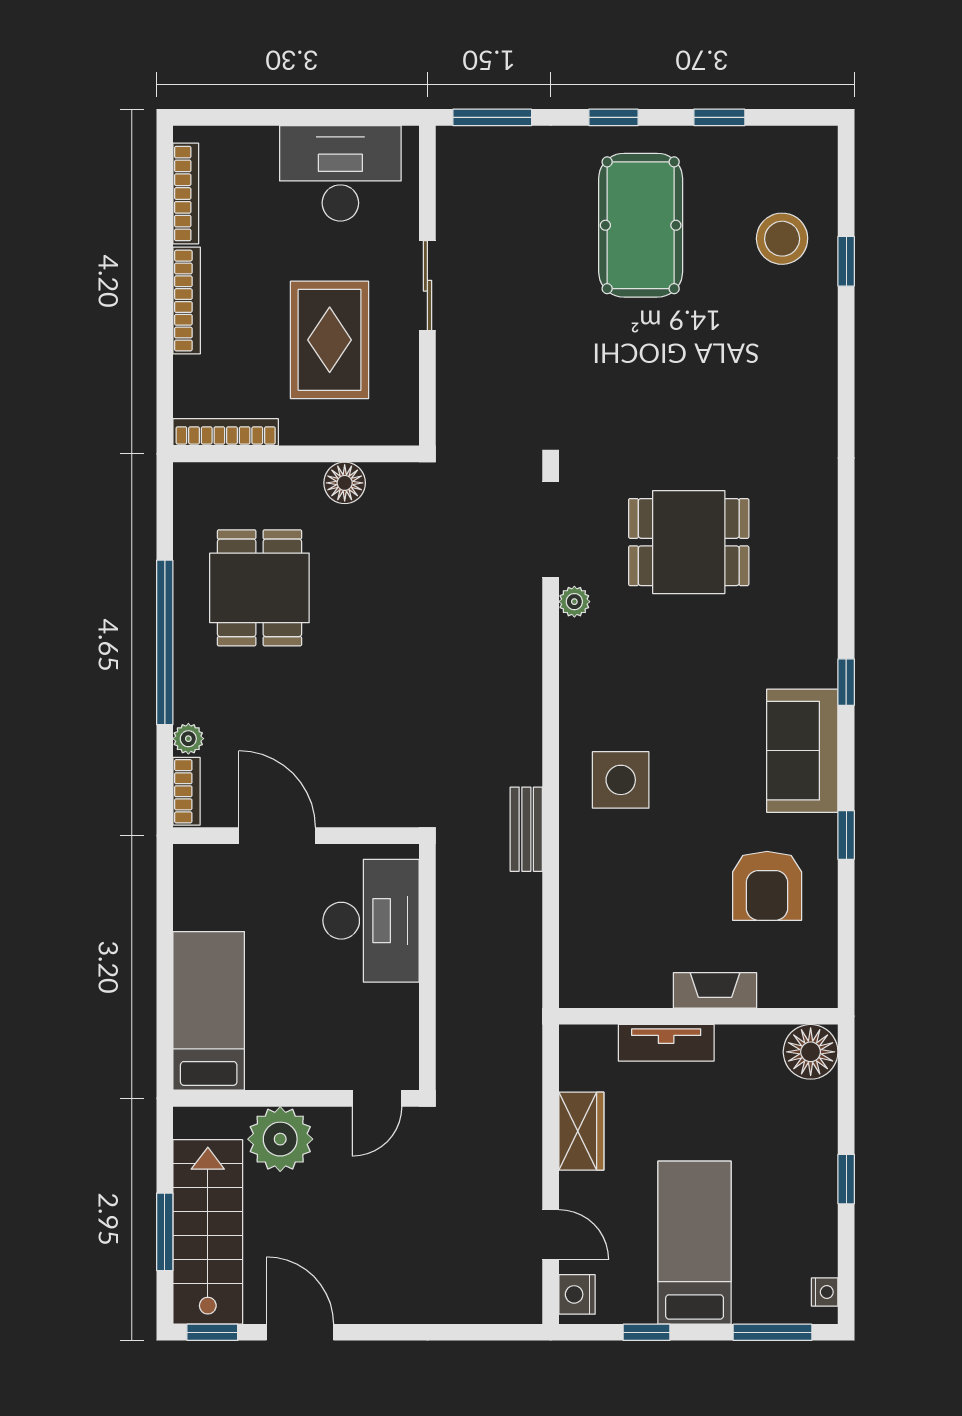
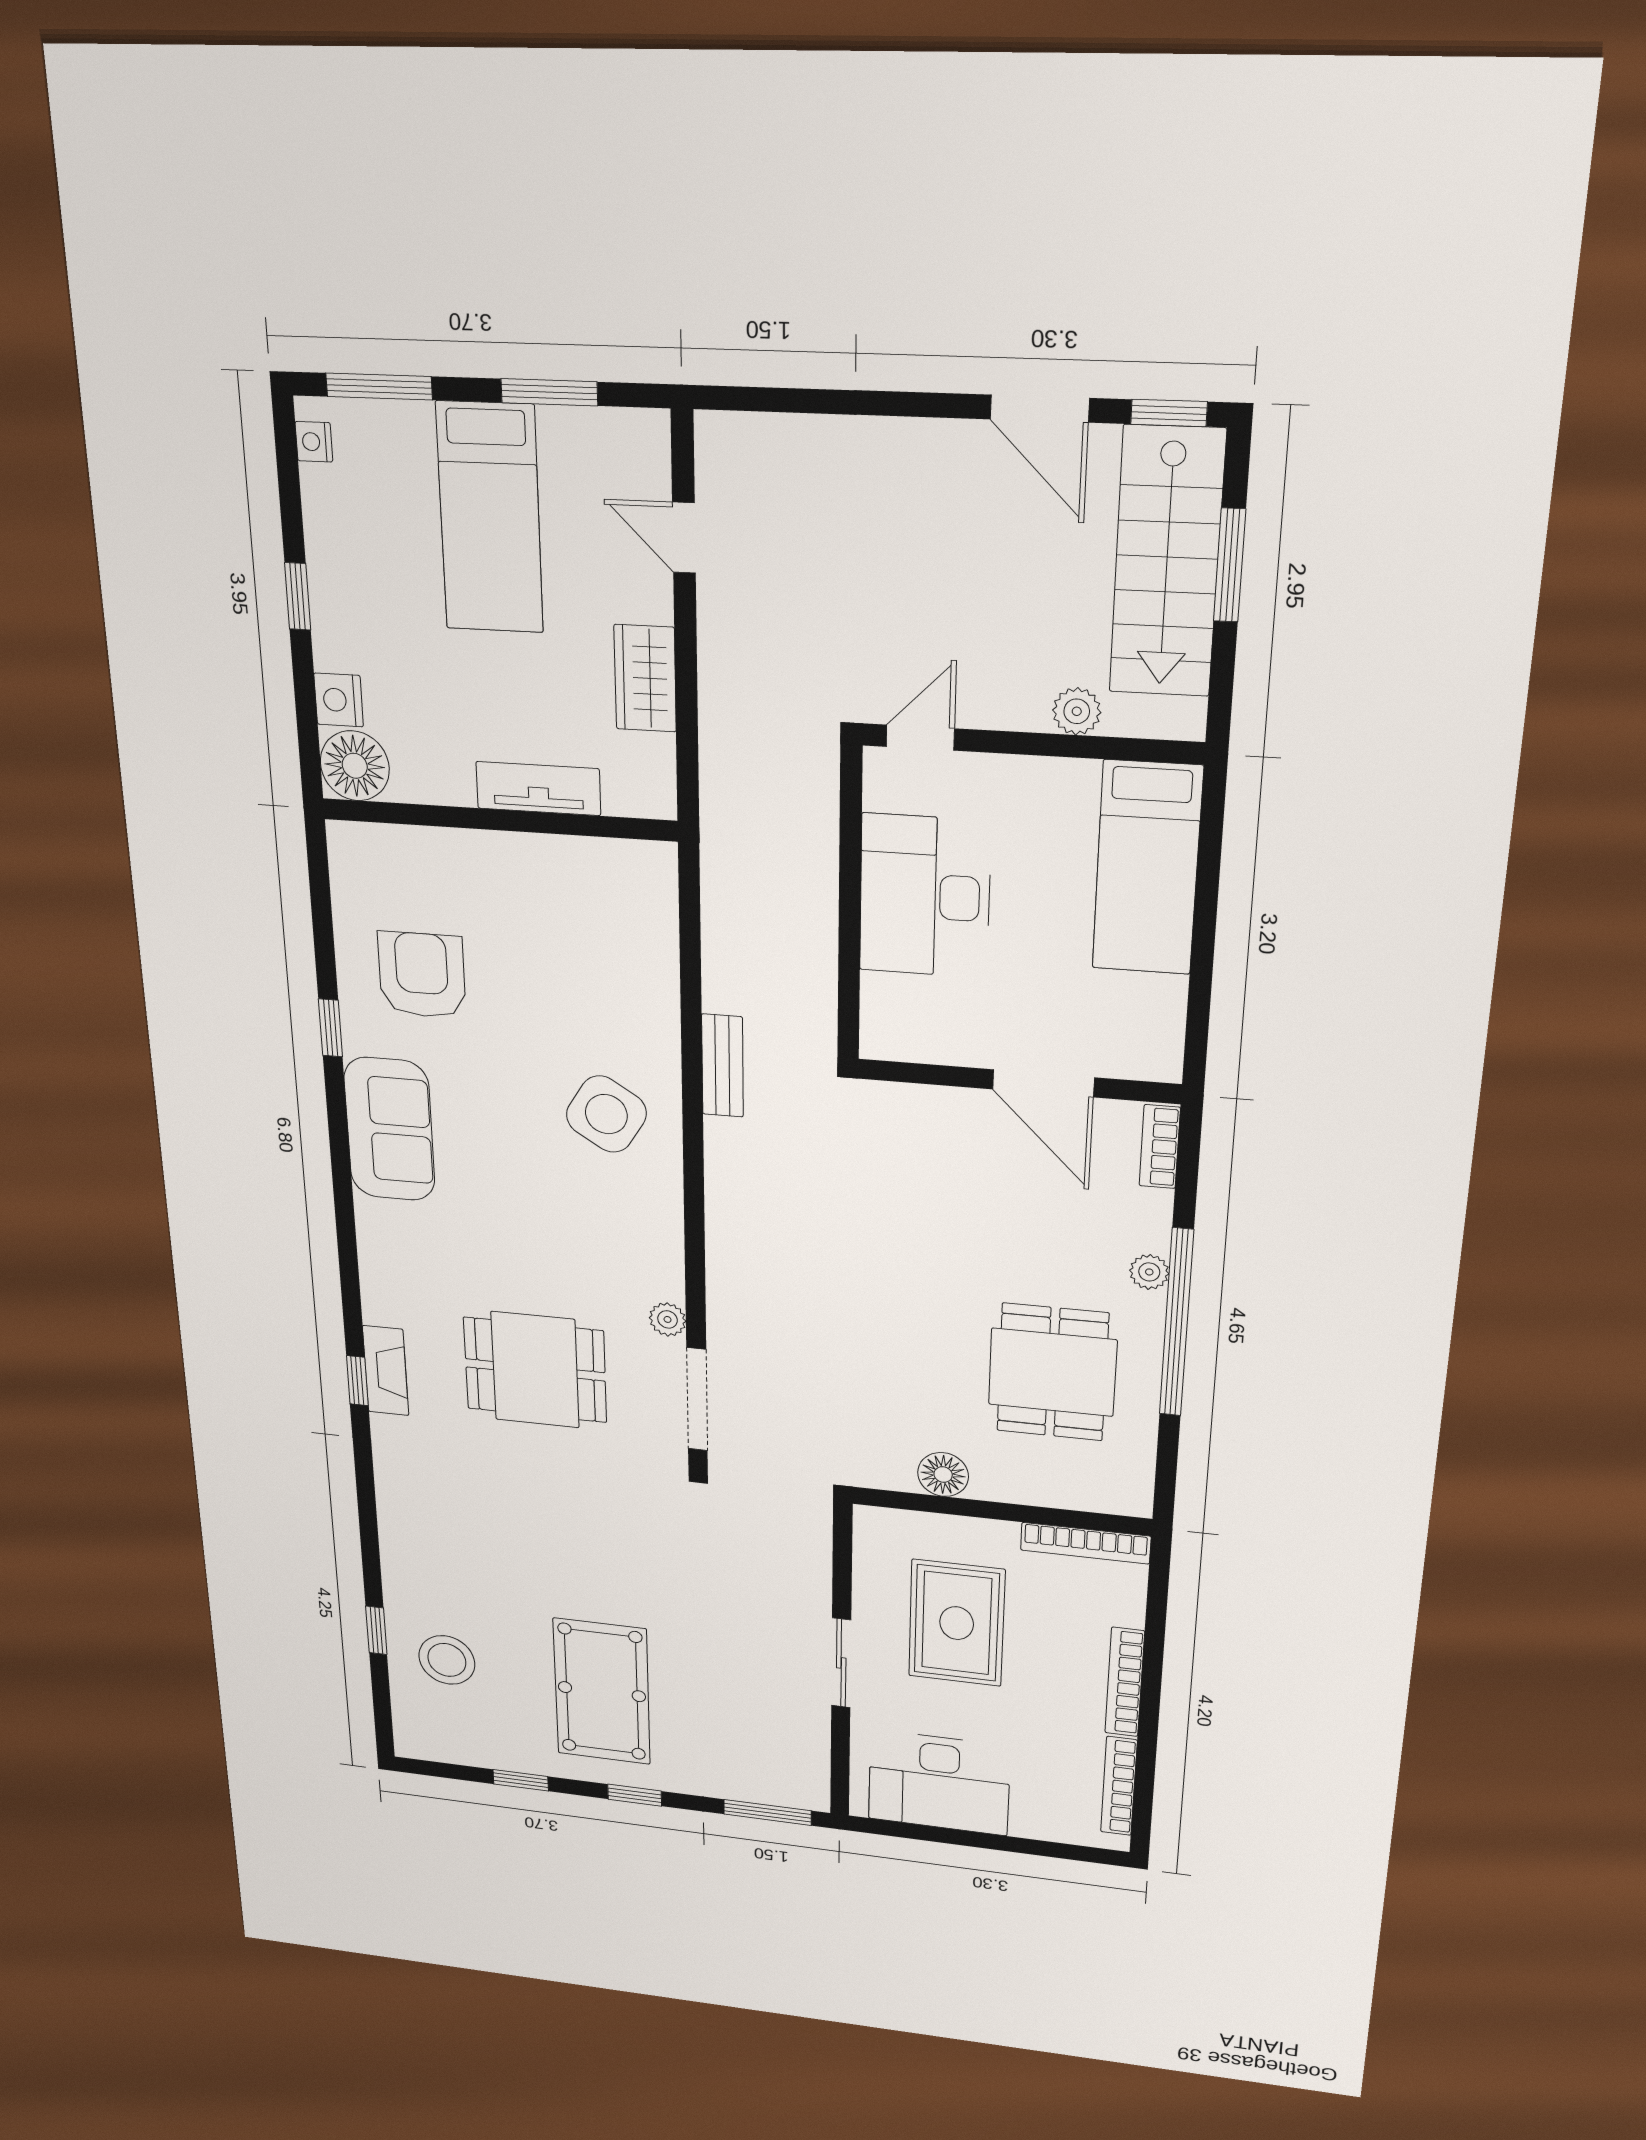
window: (846, 682) -> (357, 1381), moved
plant: (188, 739) -> (1149, 1272), moved
side table: (621, 780) -> (606, 1114), turned 32
desk: (371, 921) -> (925, 896), moved
fireplace: (715, 990) -> (386, 1371), moved, turned -90
plant: (280, 1139) -> (1077, 711), width x0.53, depth x0.53
nightstand: (577, 1294) -> (339, 700), moved, turned 180
window: (647, 1332) -> (549, 392), width x1.50

